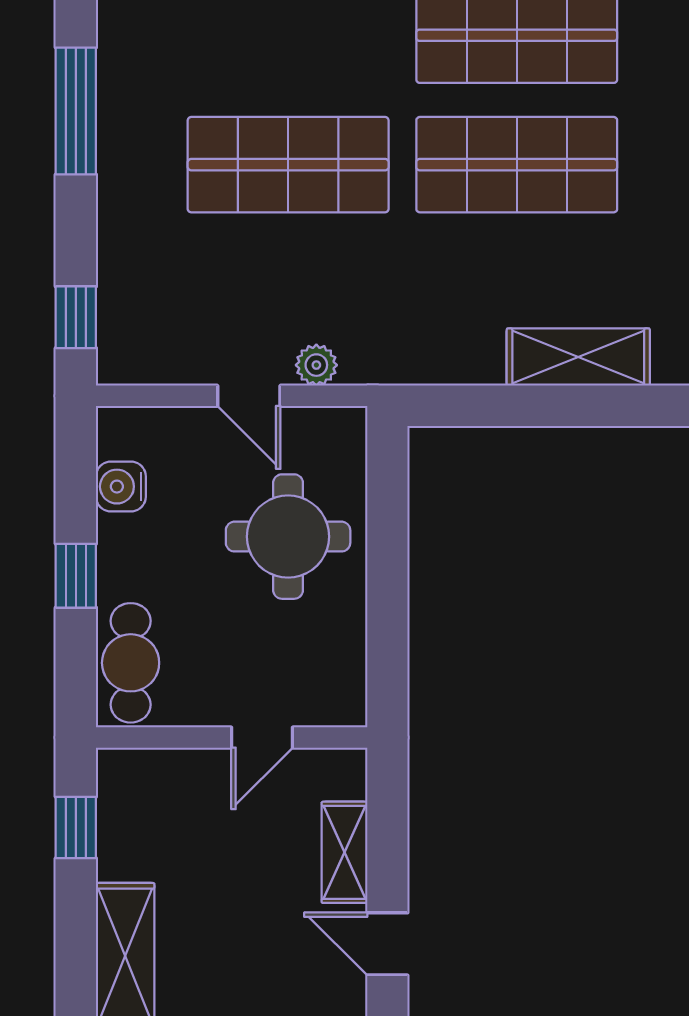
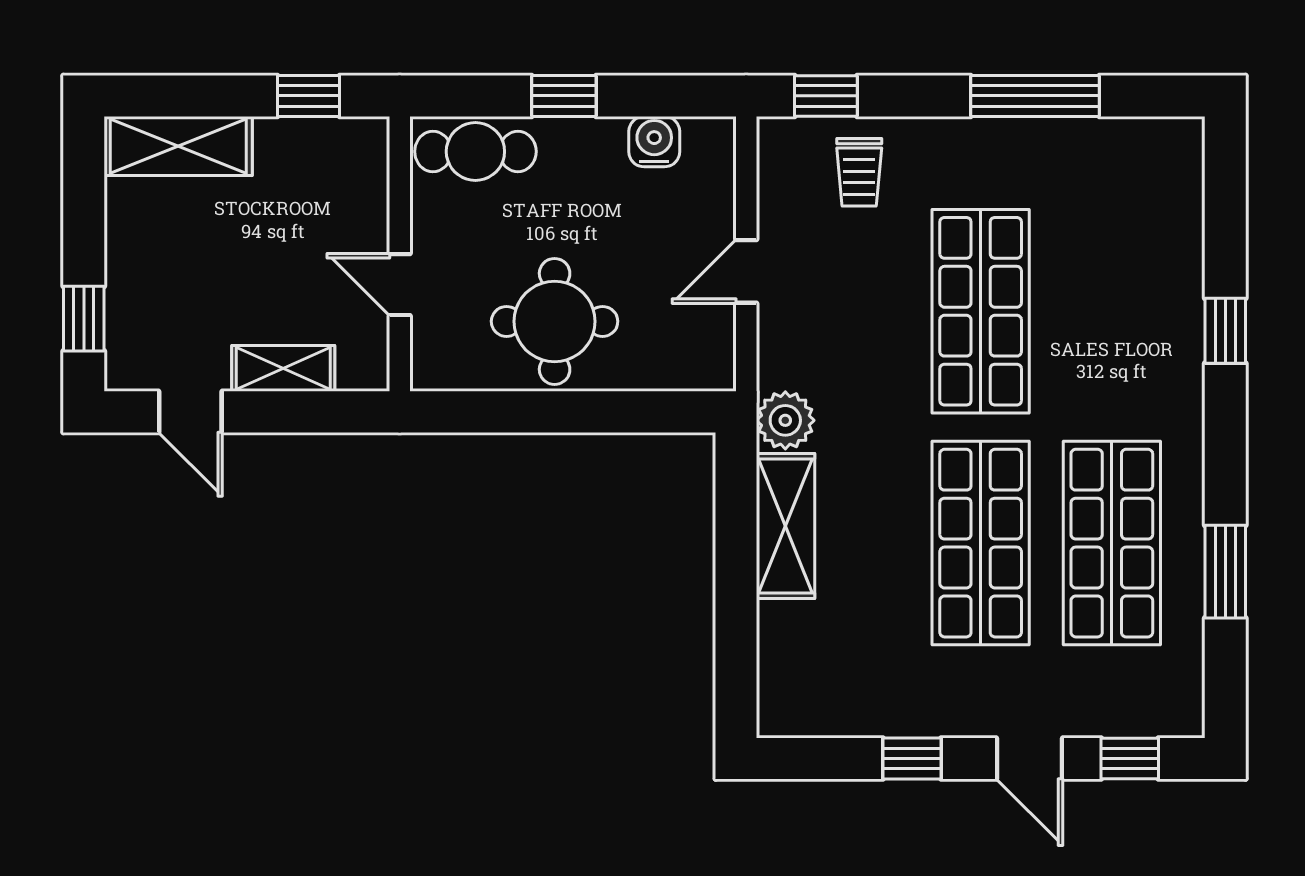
trolley: (151, 284) -> (859, 172), added
shelving: (578, 357) -> (785, 526), moved
plant: (316, 365) -> (785, 420), moved, width x1.38, depth x1.38
round table: (288, 537) -> (555, 321), moved
door: (387, 944) -> (190, 412), swing flipped

